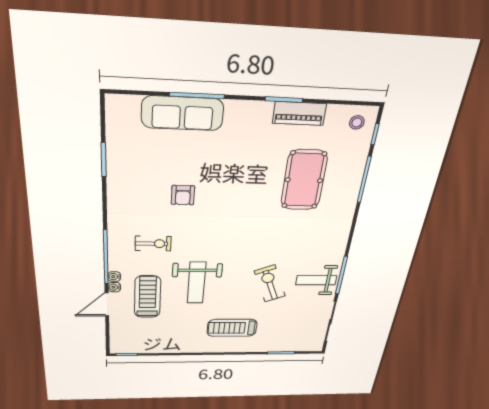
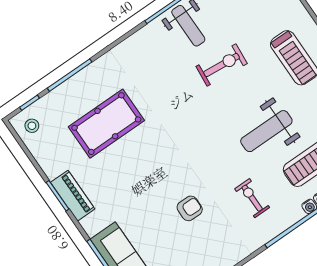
piano: (299, 113) -> (73, 196), moved
weight bench: (196, 283) -> (266, 131), turned 180
exercise bike: (270, 284) -> (222, 65), turned -153

